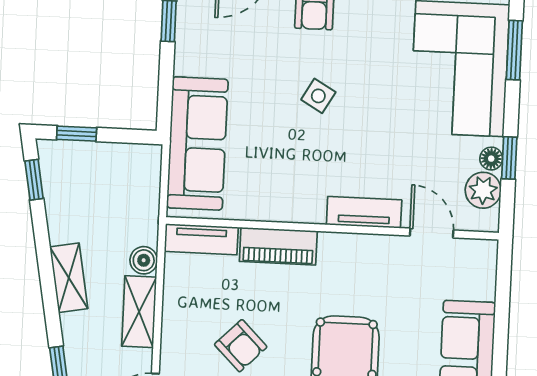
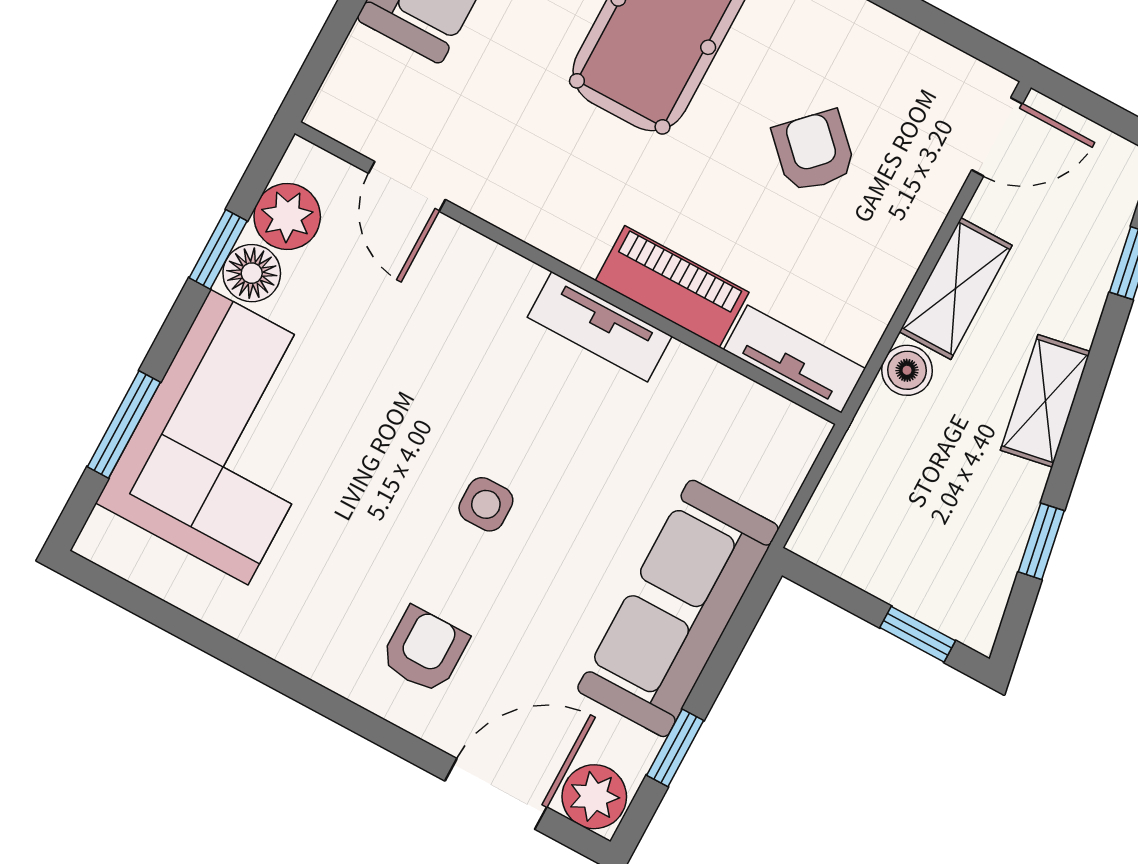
side table: (318, 96) -> (486, 504), turned -30
sofa: (197, 143) -> (678, 608), moved
floor lamp: (491, 159) -> (252, 273), width x1.37, depth x1.37
window: (34, 180) -> (1041, 541), moved
tv unit: (364, 212) -> (600, 327), moved

